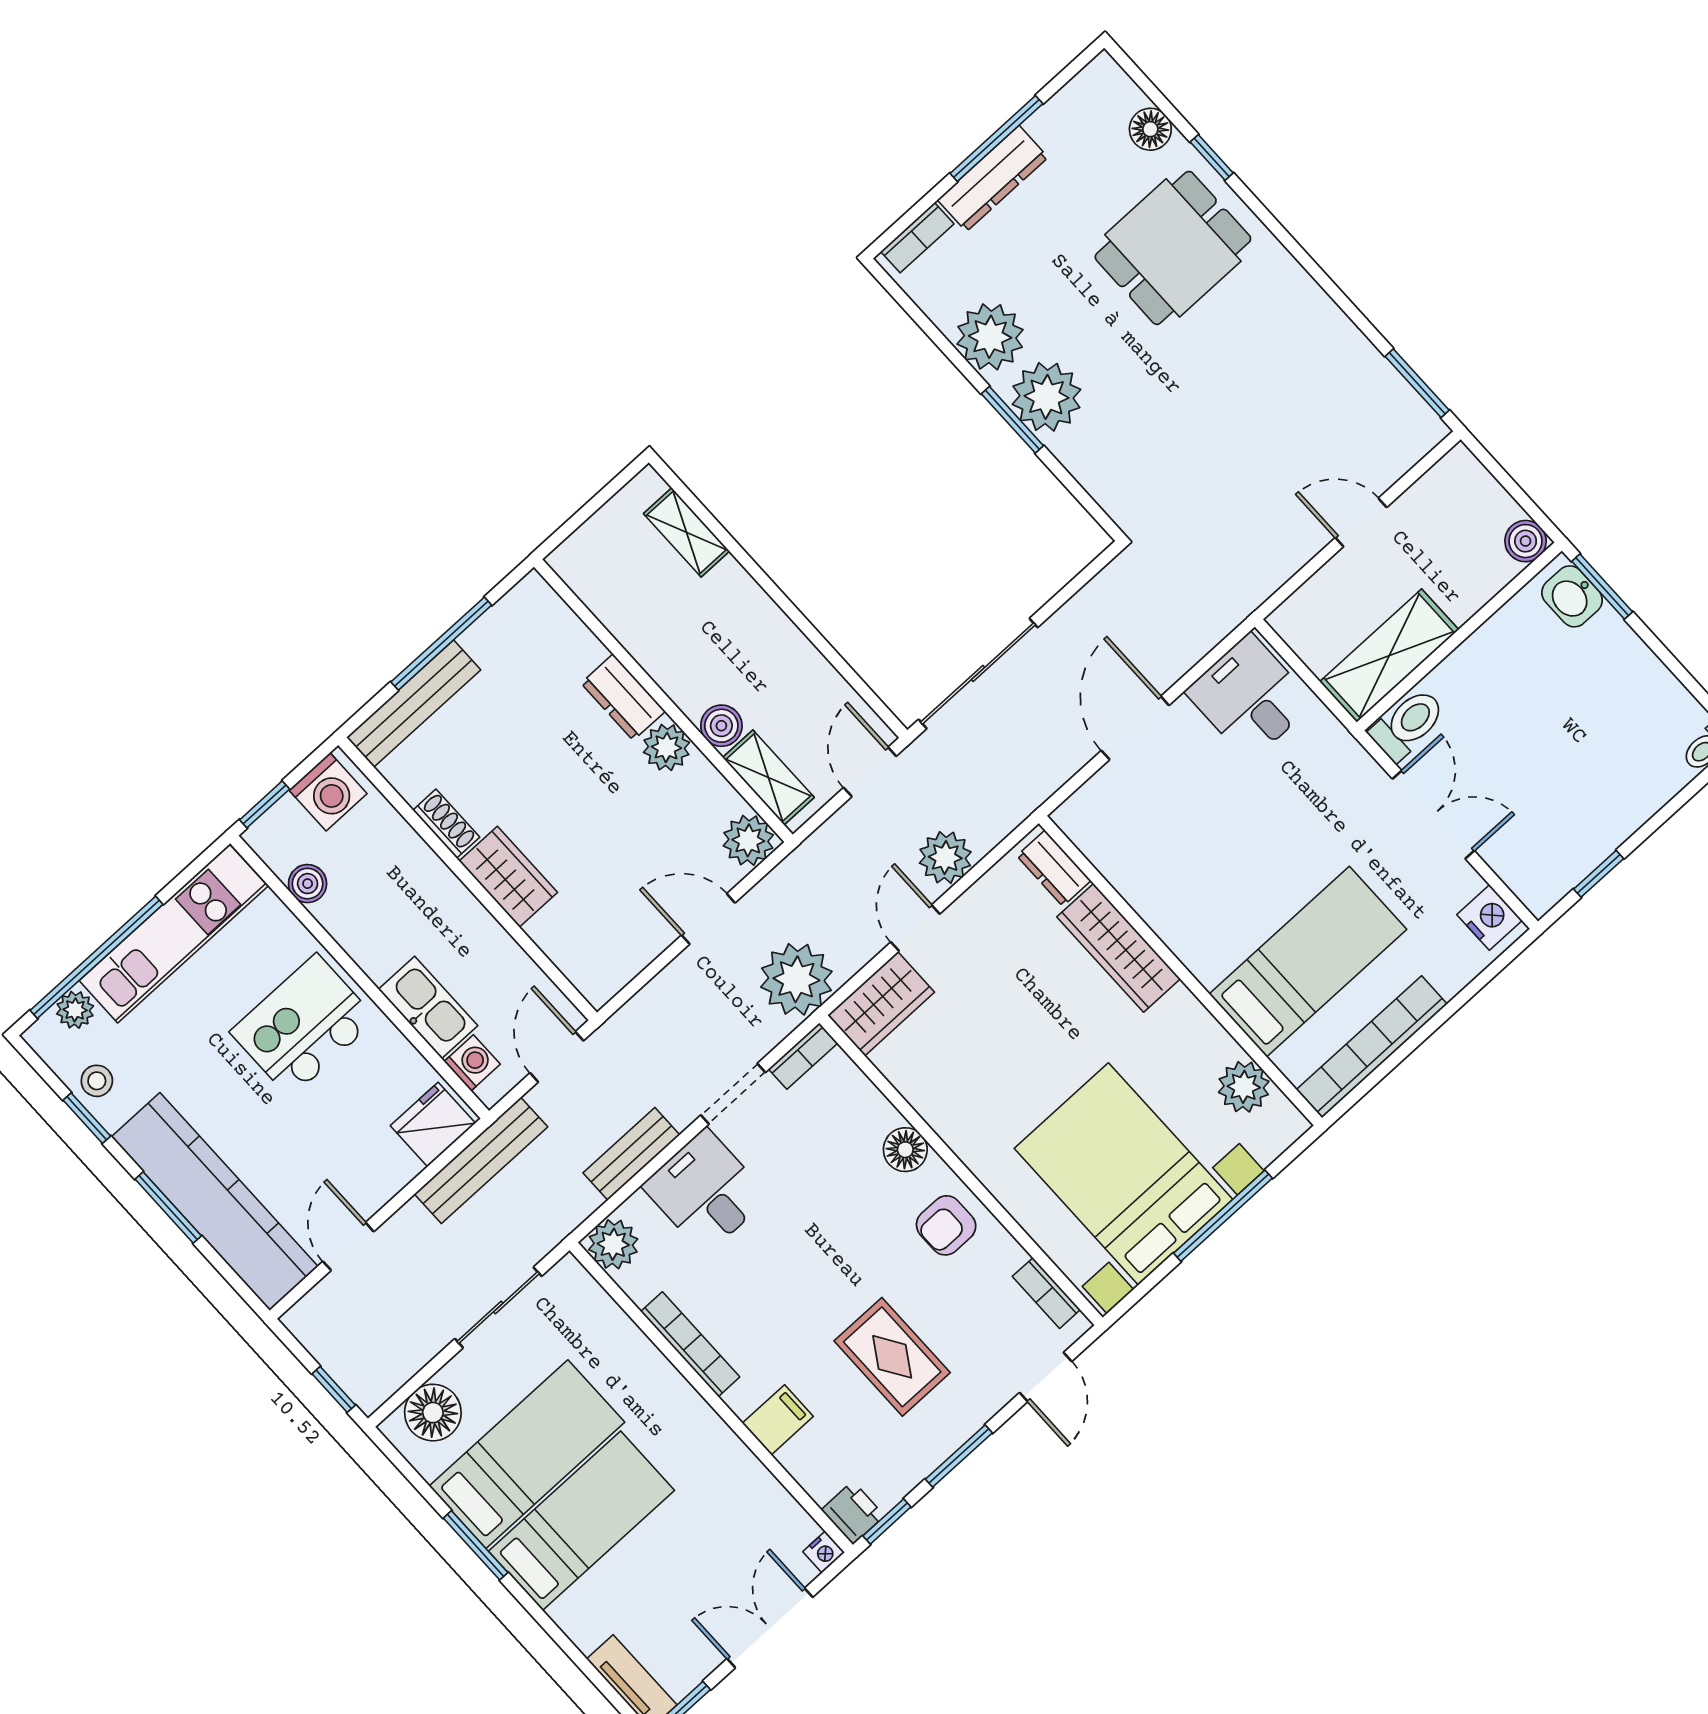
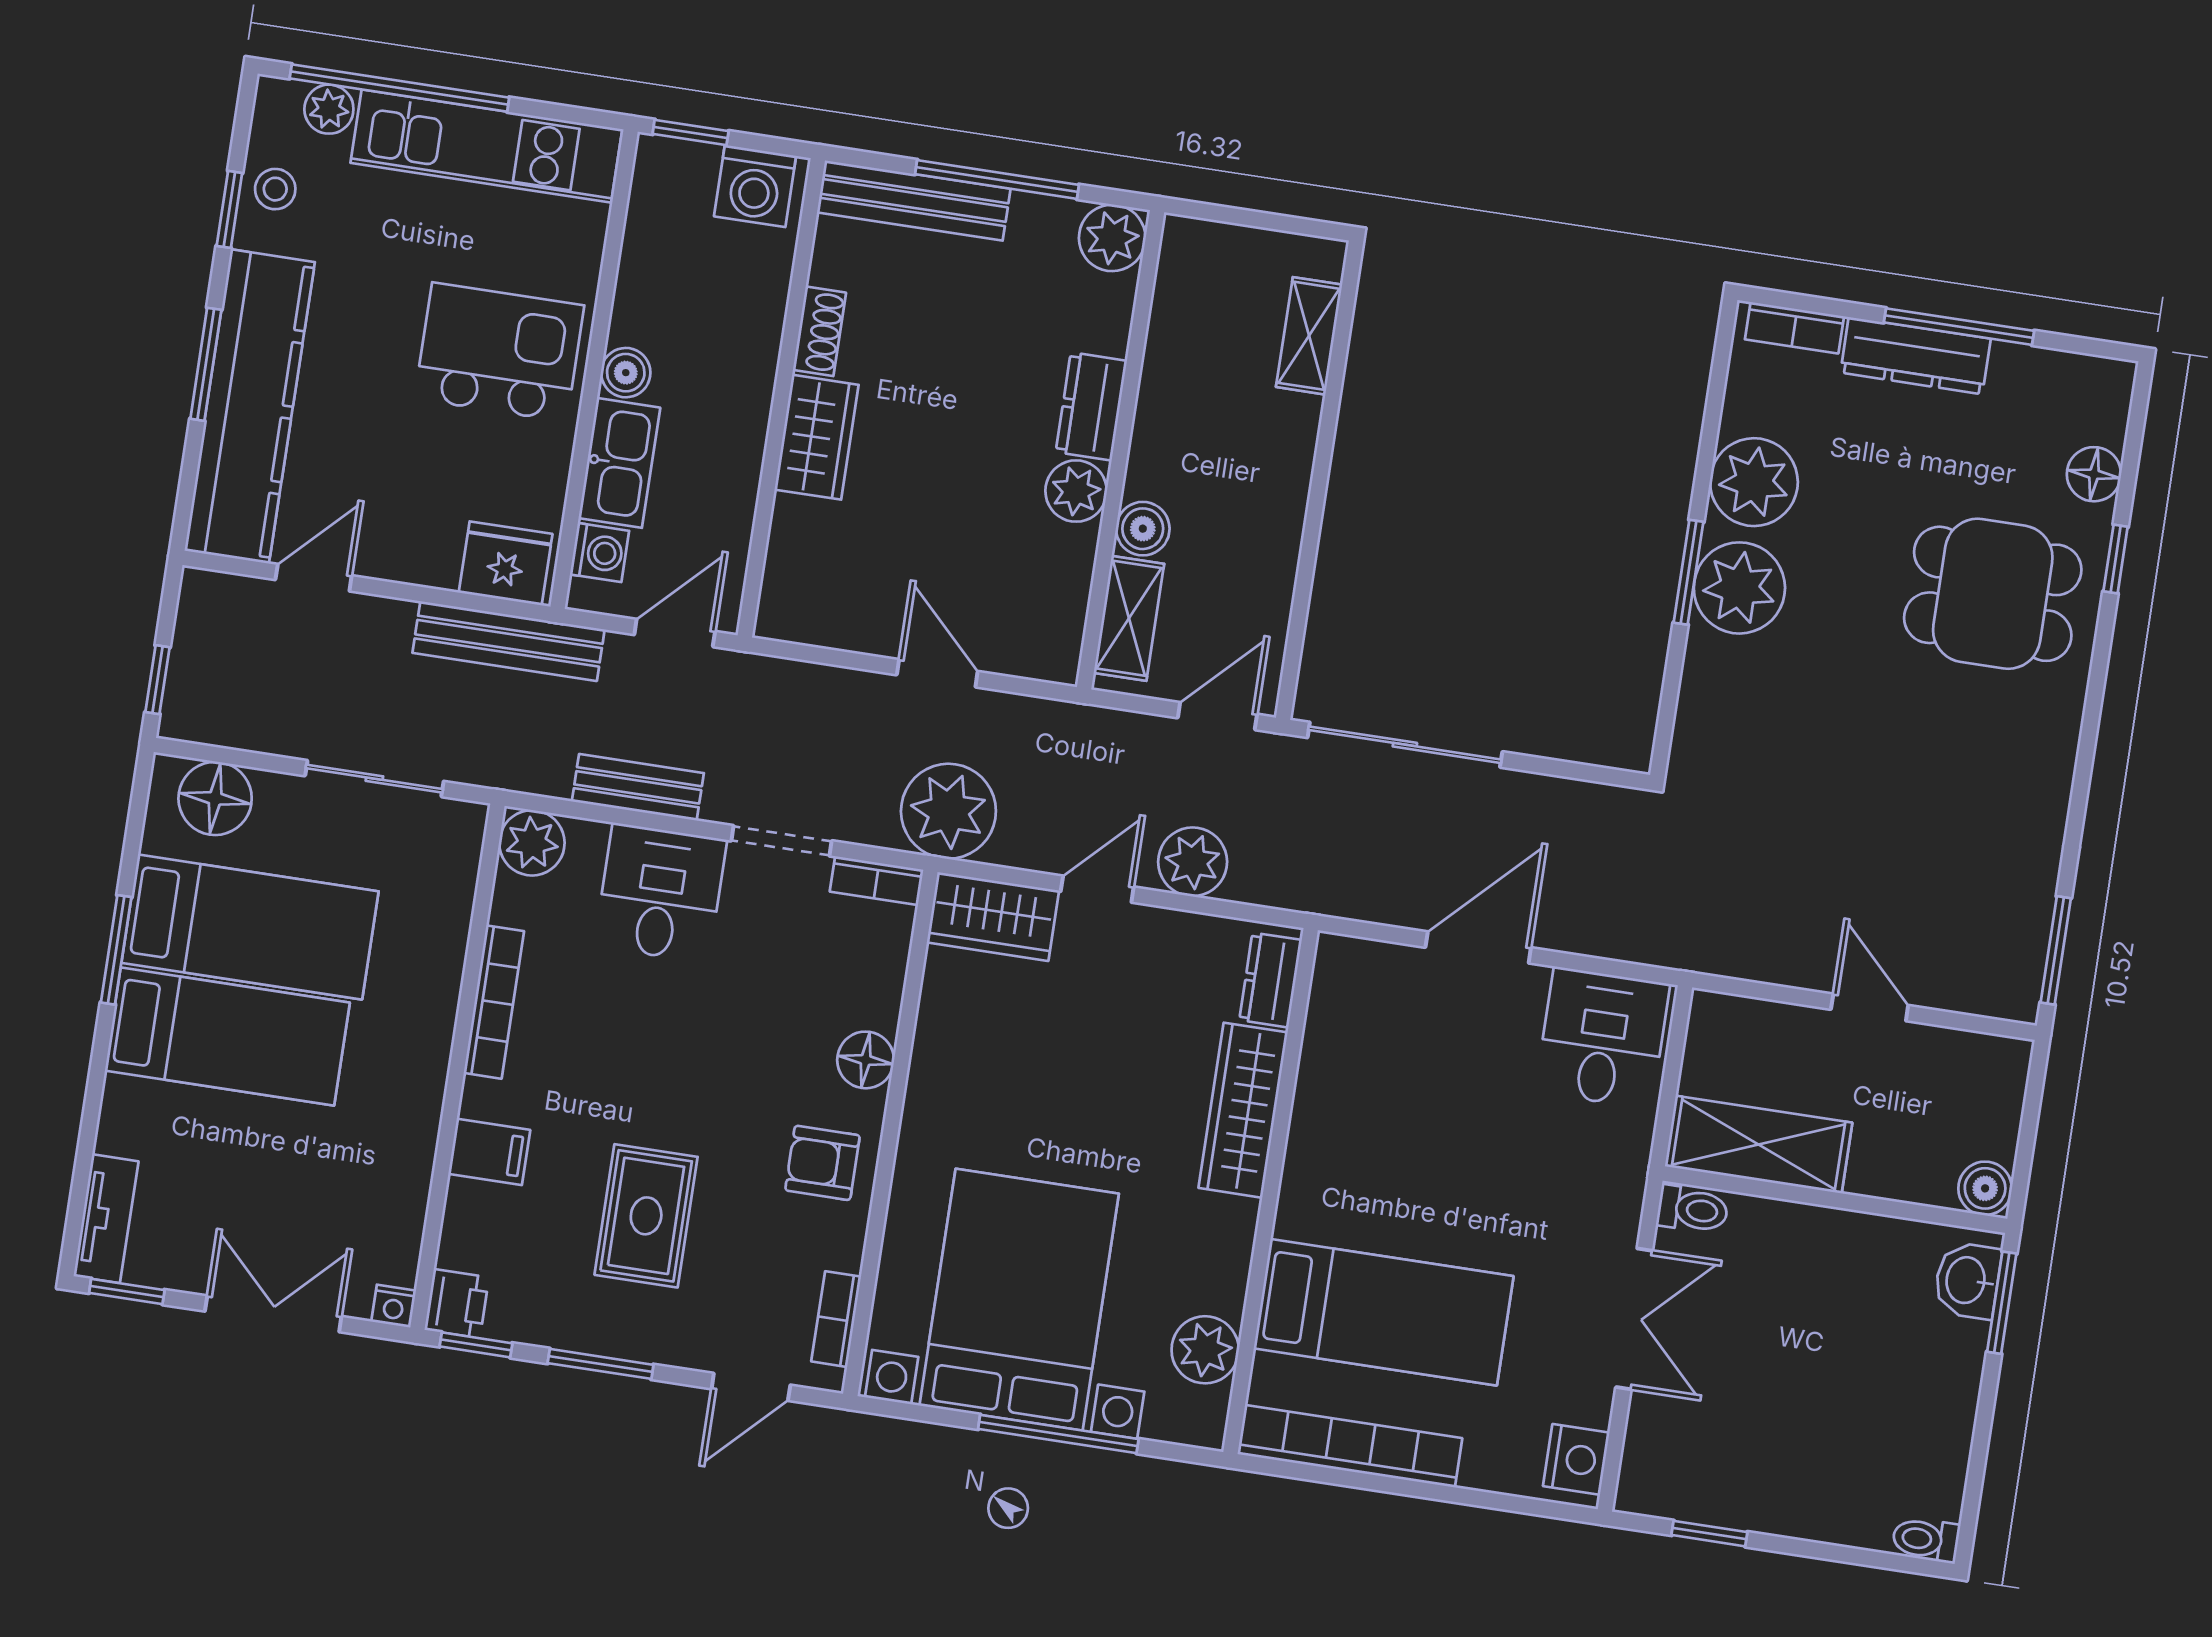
toilet: (1408, 724) -> (1693, 1209), width x0.73, depth x0.72
plant: (748, 840) -> (1112, 238), moved
boiler: (308, 884) -> (626, 373), moved

